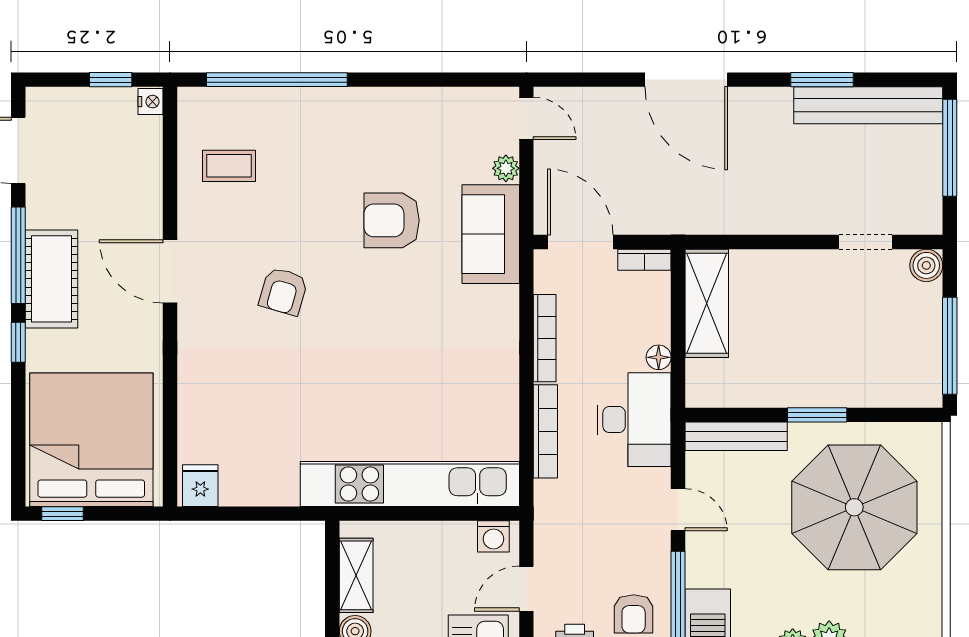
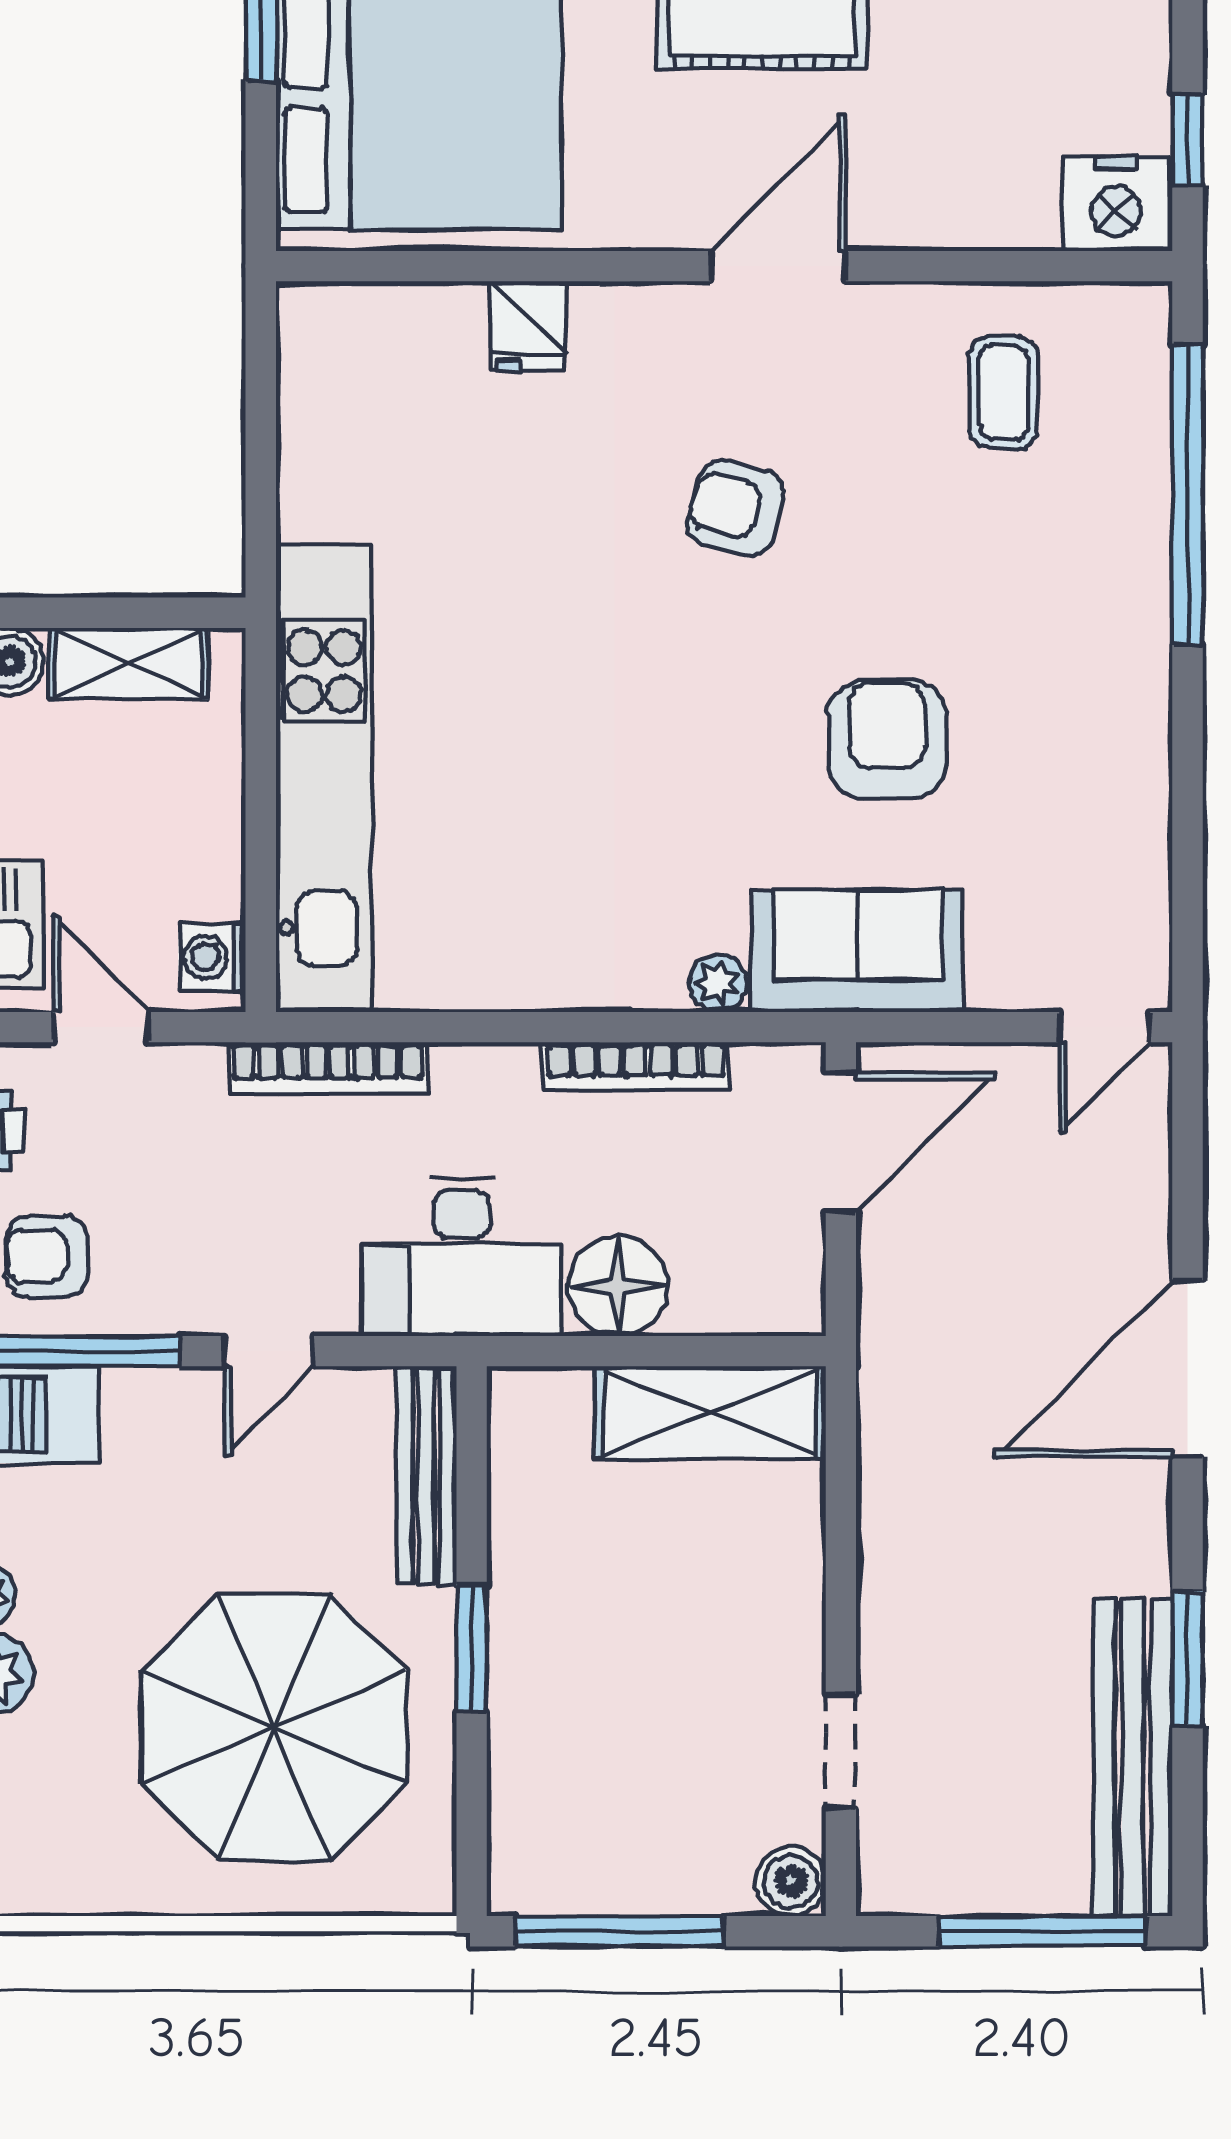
nightstand: (151, 102) -> (1116, 204), width x1.89, depth x1.79
plant: (506, 168) -> (717, 983), moved
bookcase: (644, 260) -> (803, 1279), removed
floor lamp: (659, 357) -> (618, 1286), width x1.89, depth x1.89
bookcase: (545, 431) -> (328, 1068), moved
fridge: (200, 486) -> (528, 326), moved, turned 90

